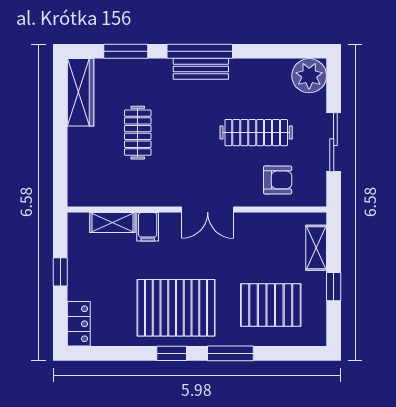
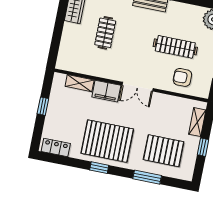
armchair: (278, 180) -> (182, 77), turned 180
filing cabinet: (148, 227) -> (106, 91), width x2.00
locker: (79, 324) -> (56, 148), moved, turned -90
window: (230, 353) -> (147, 177), moved

